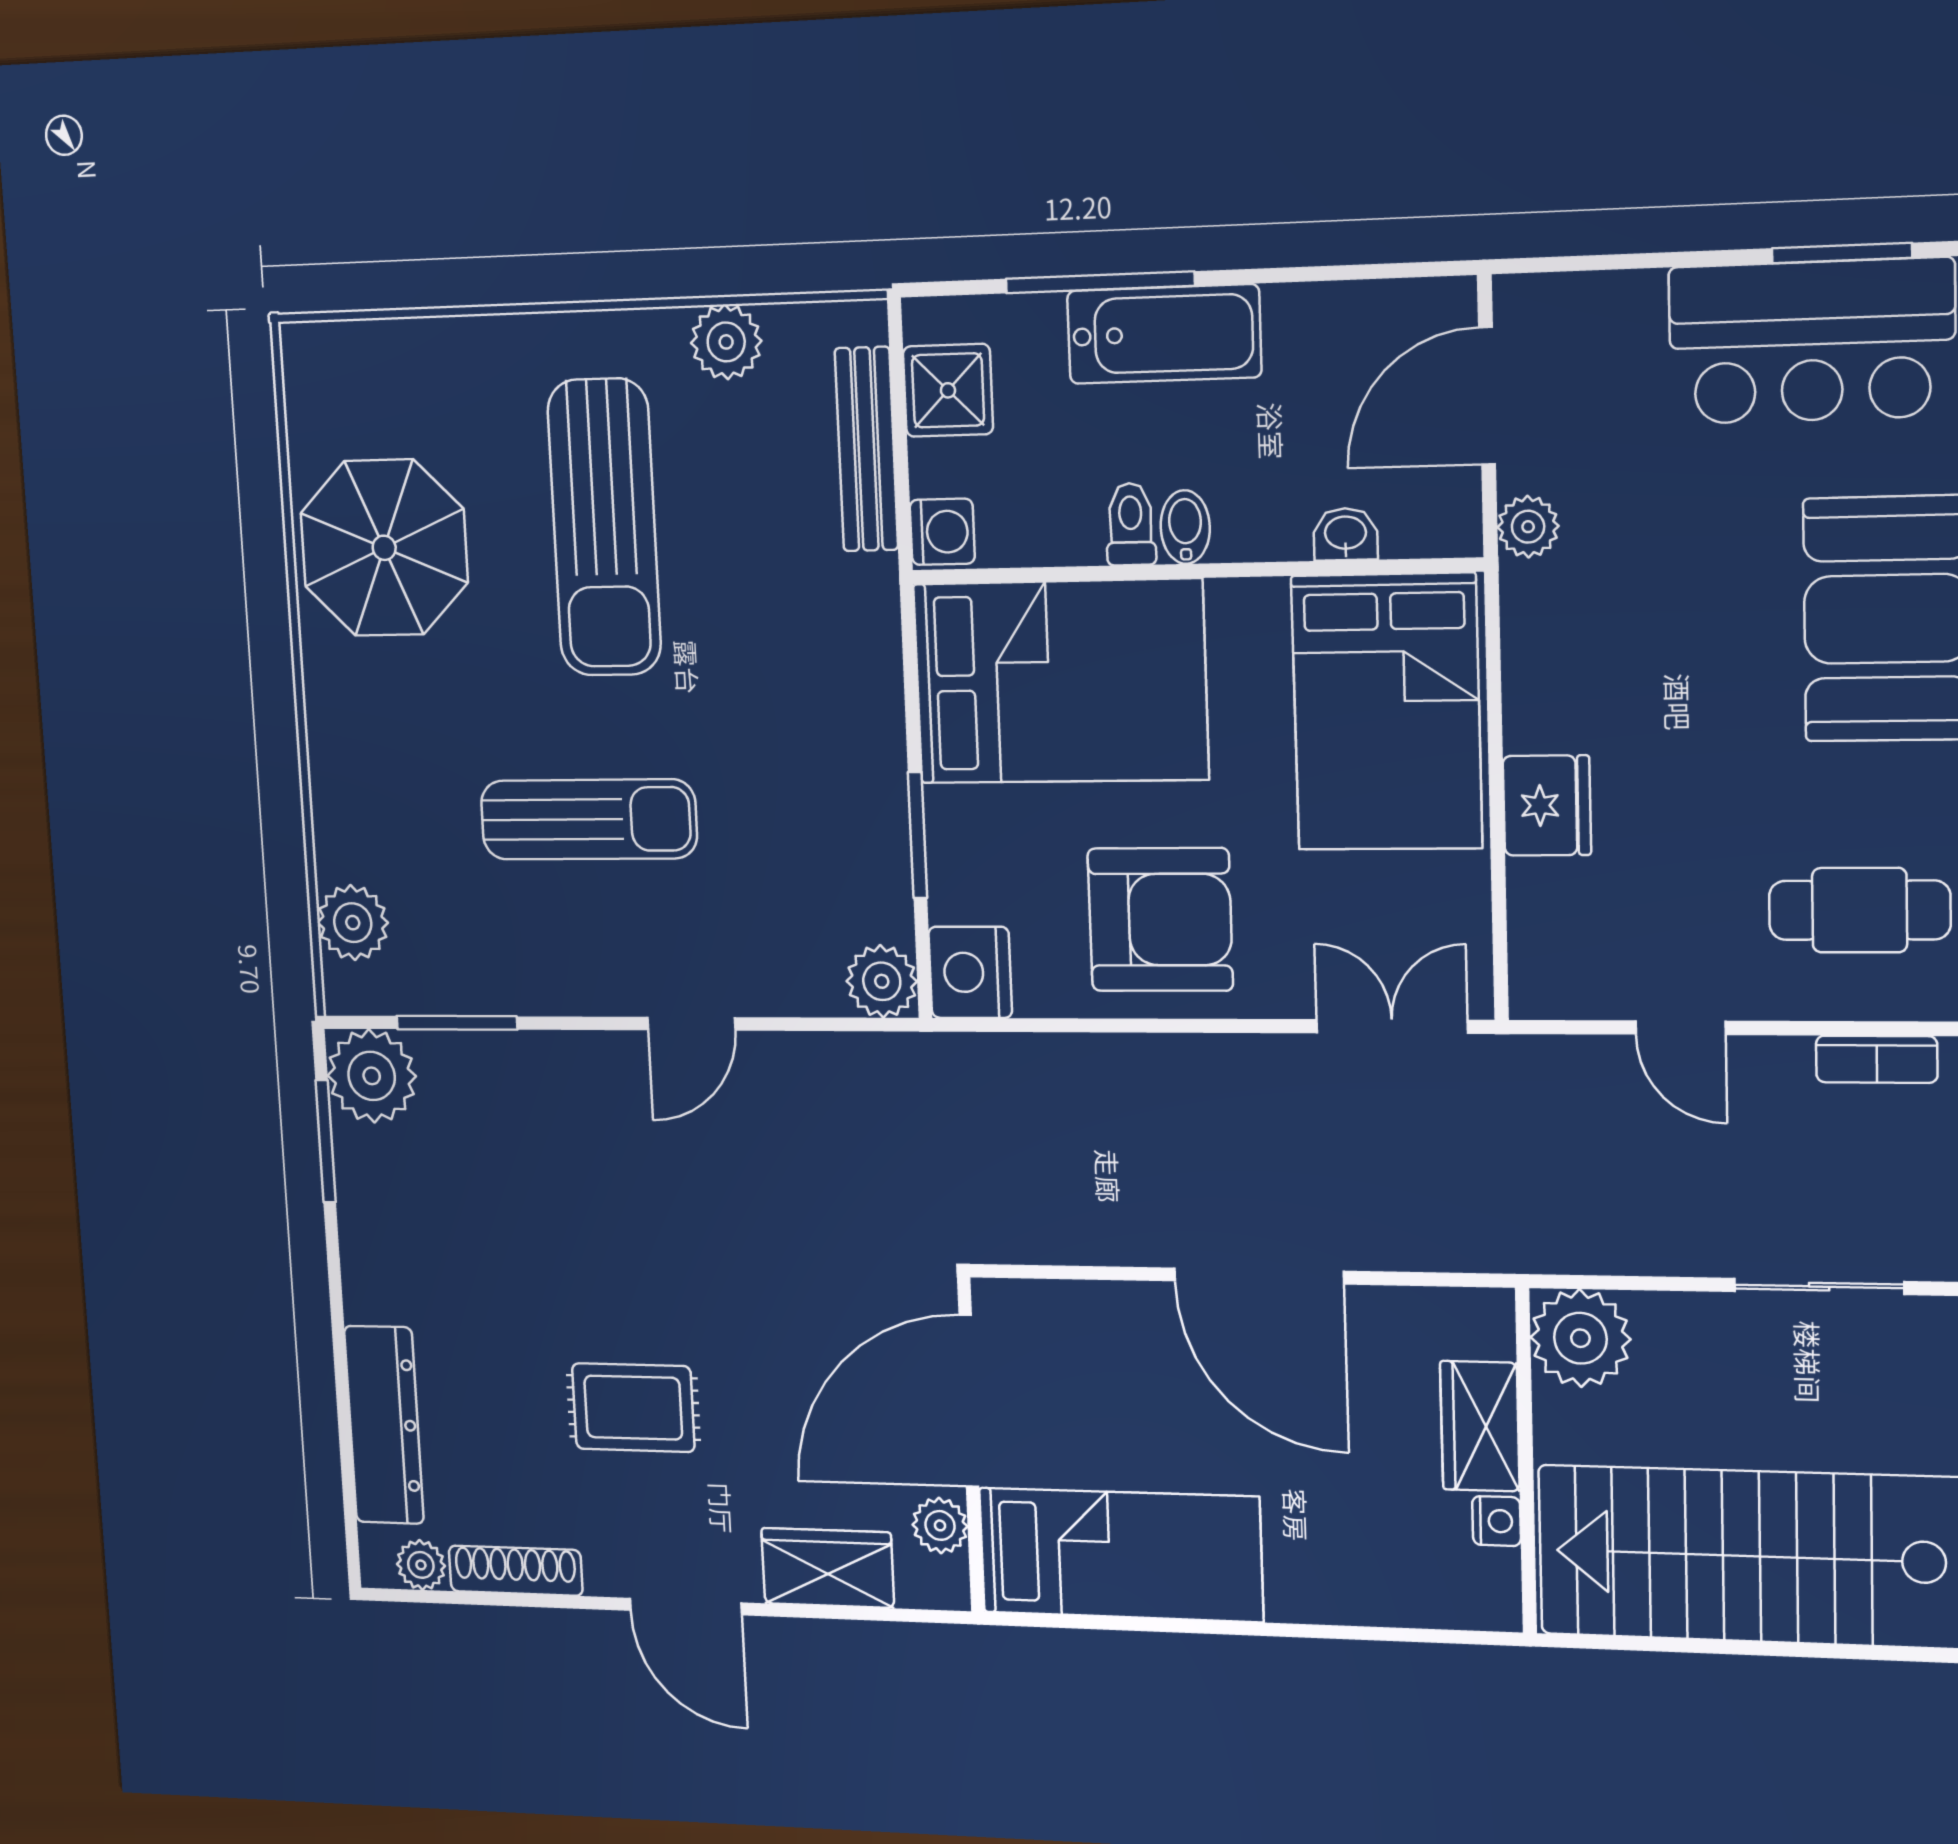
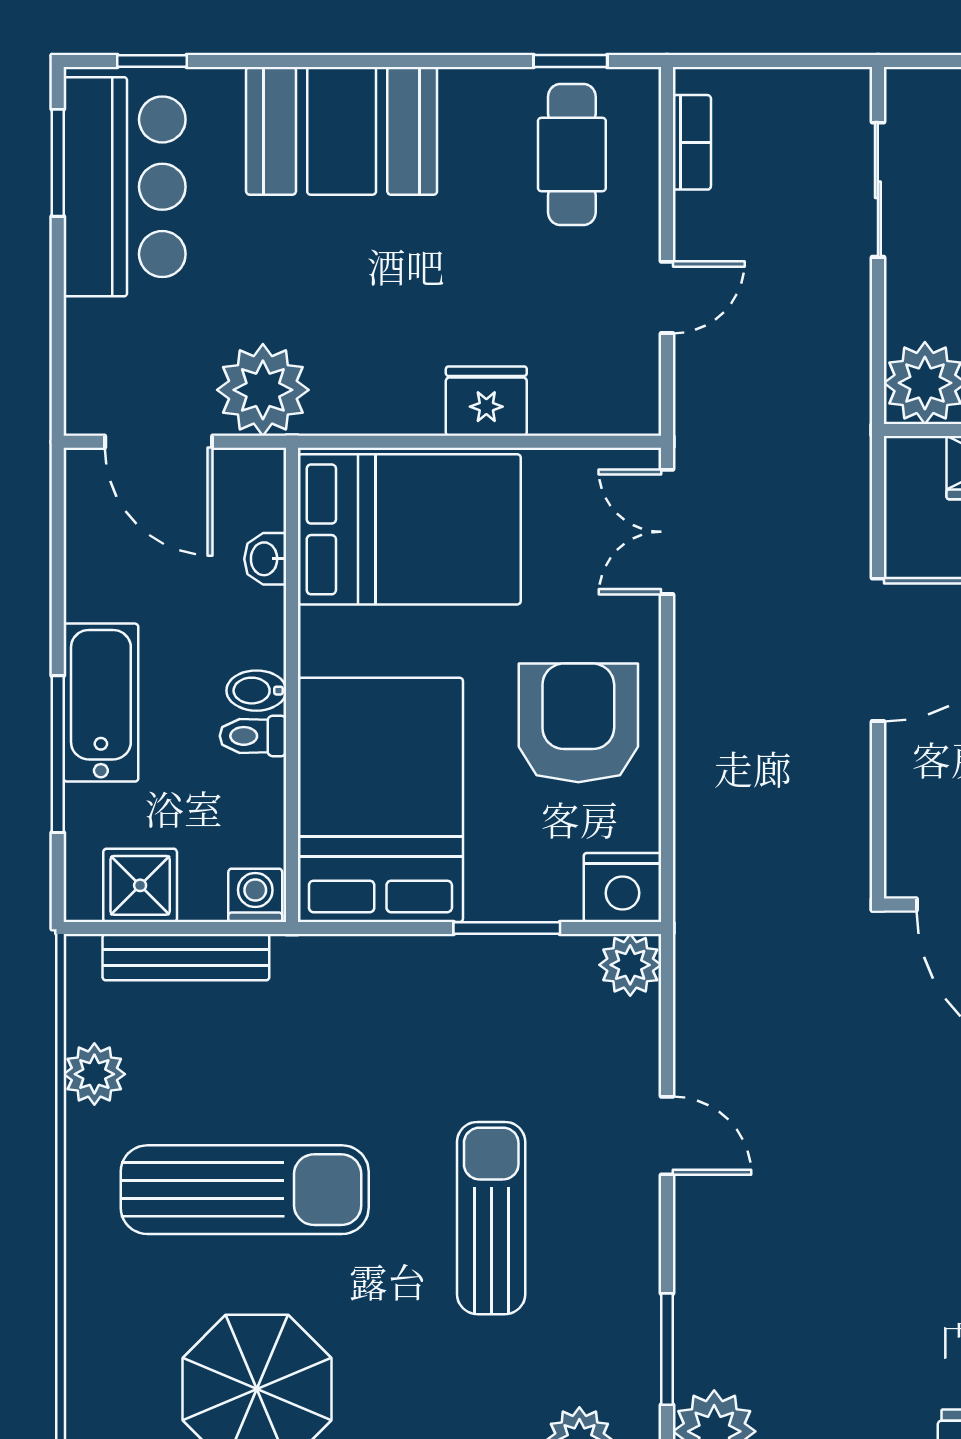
plant: (1528, 527) -> (263, 390), width x1.87, depth x1.87

